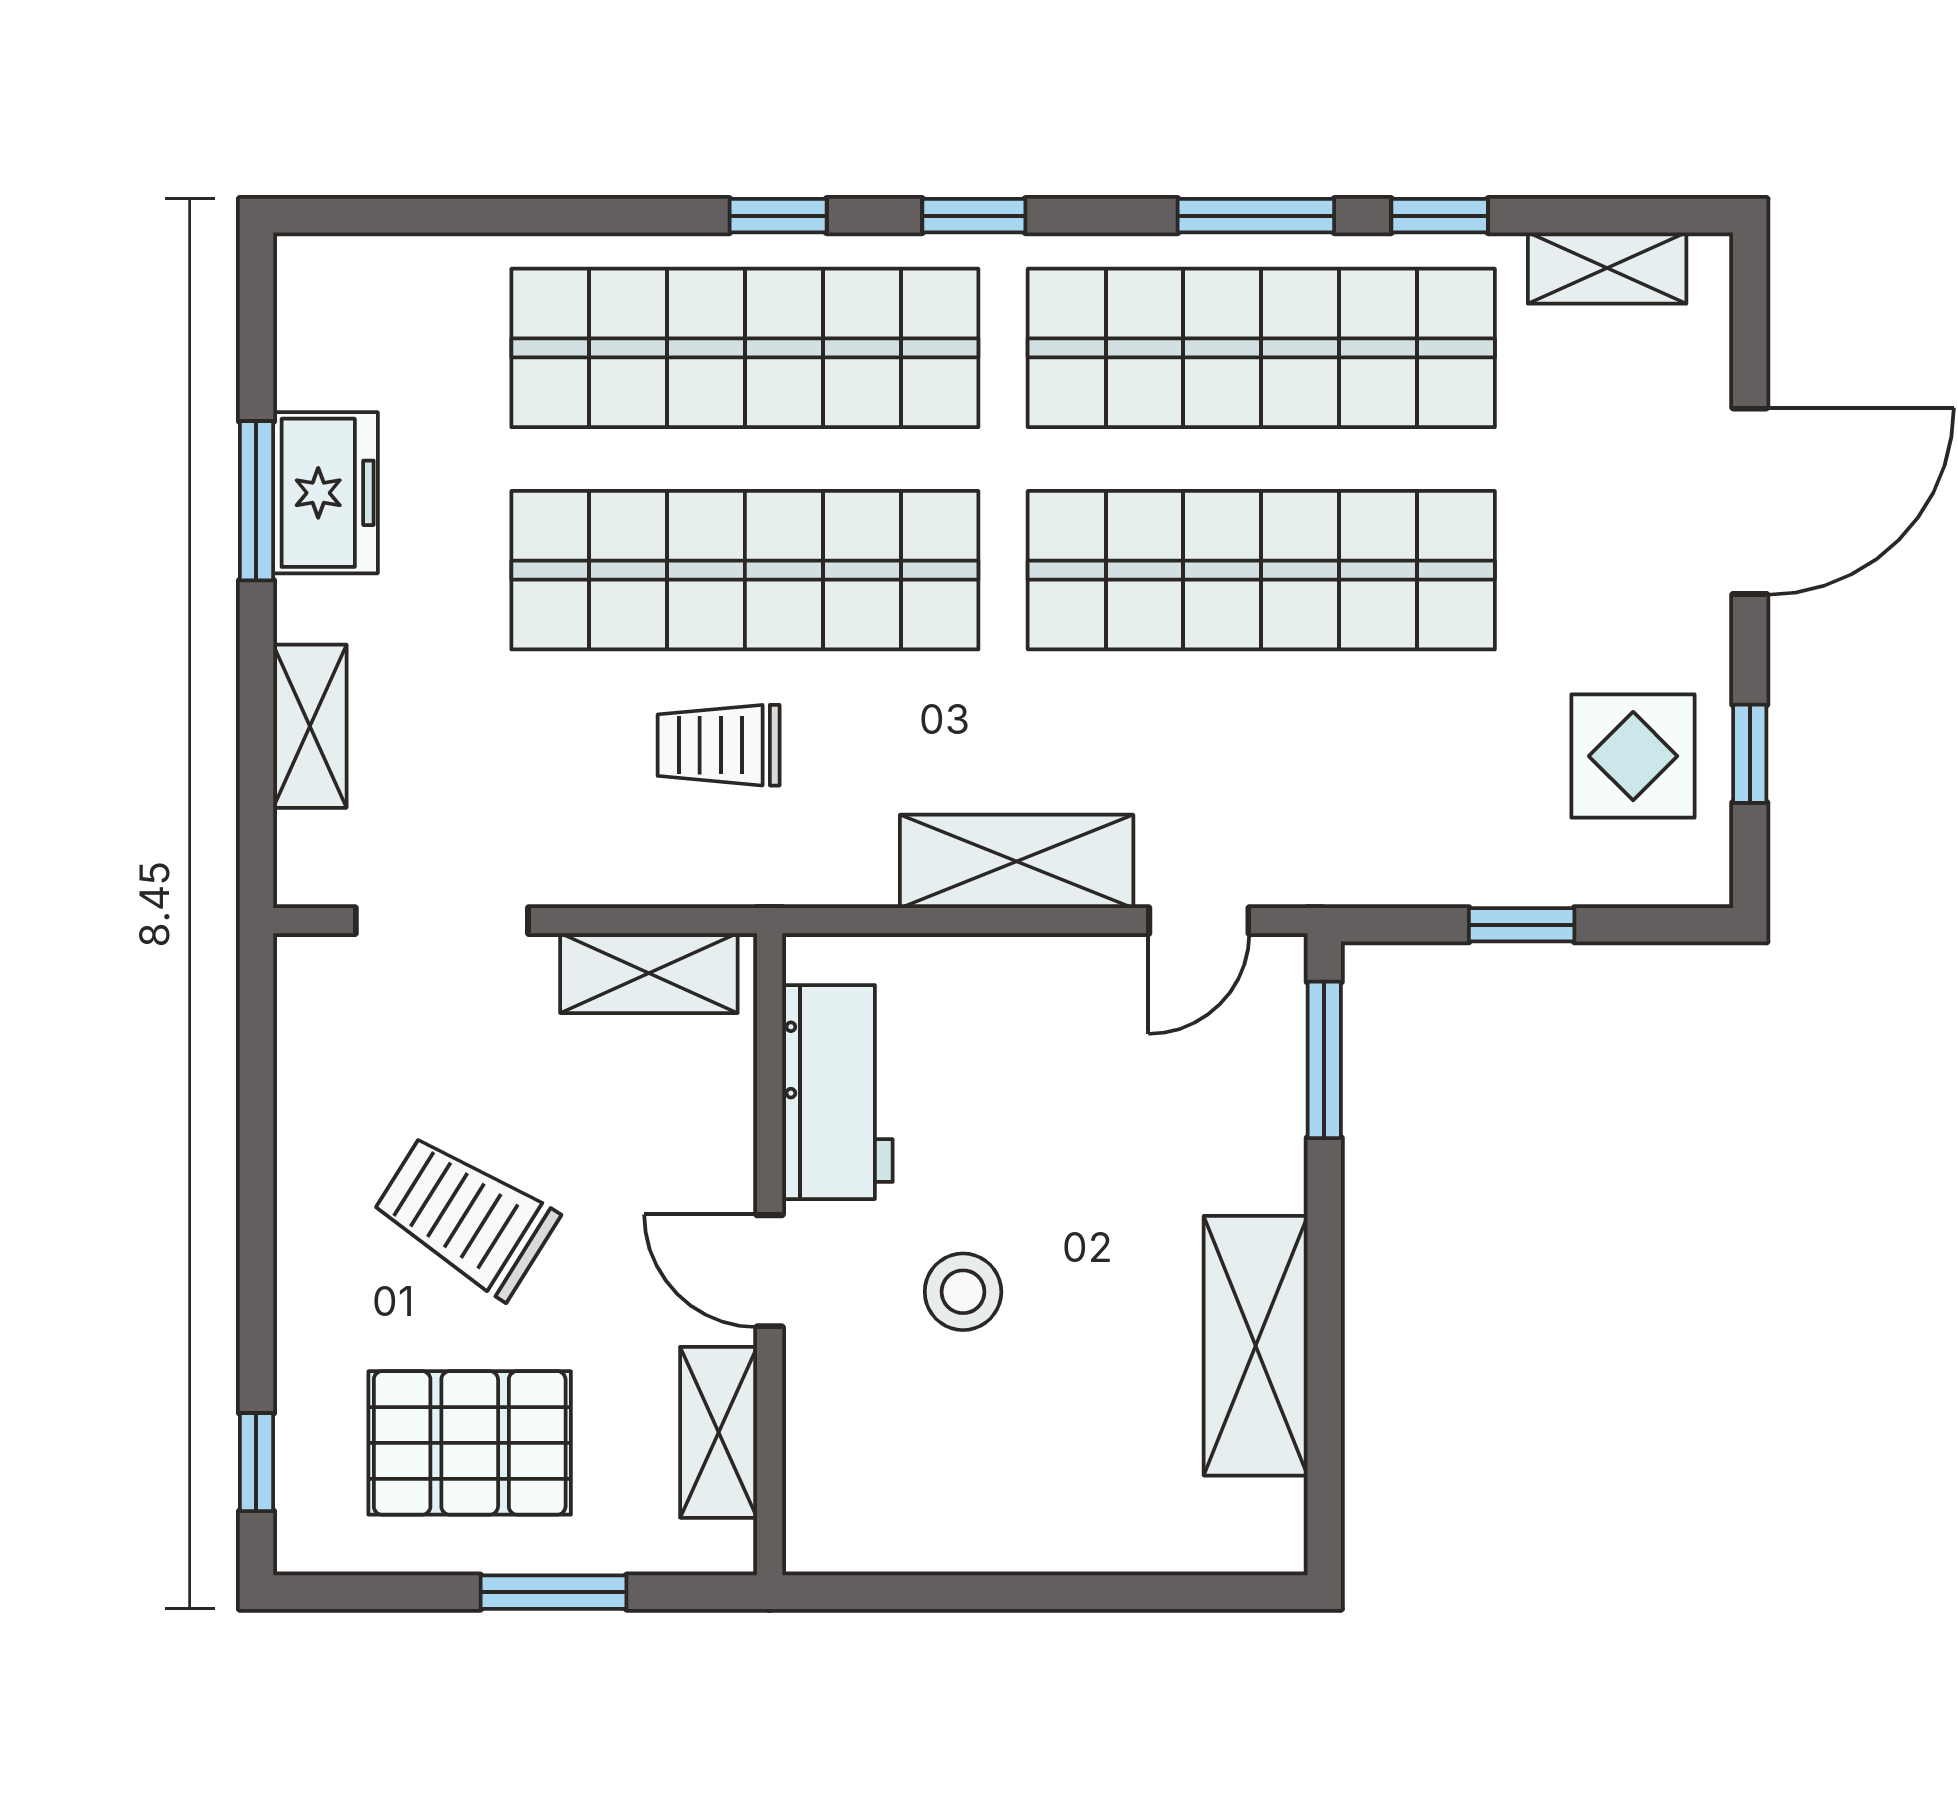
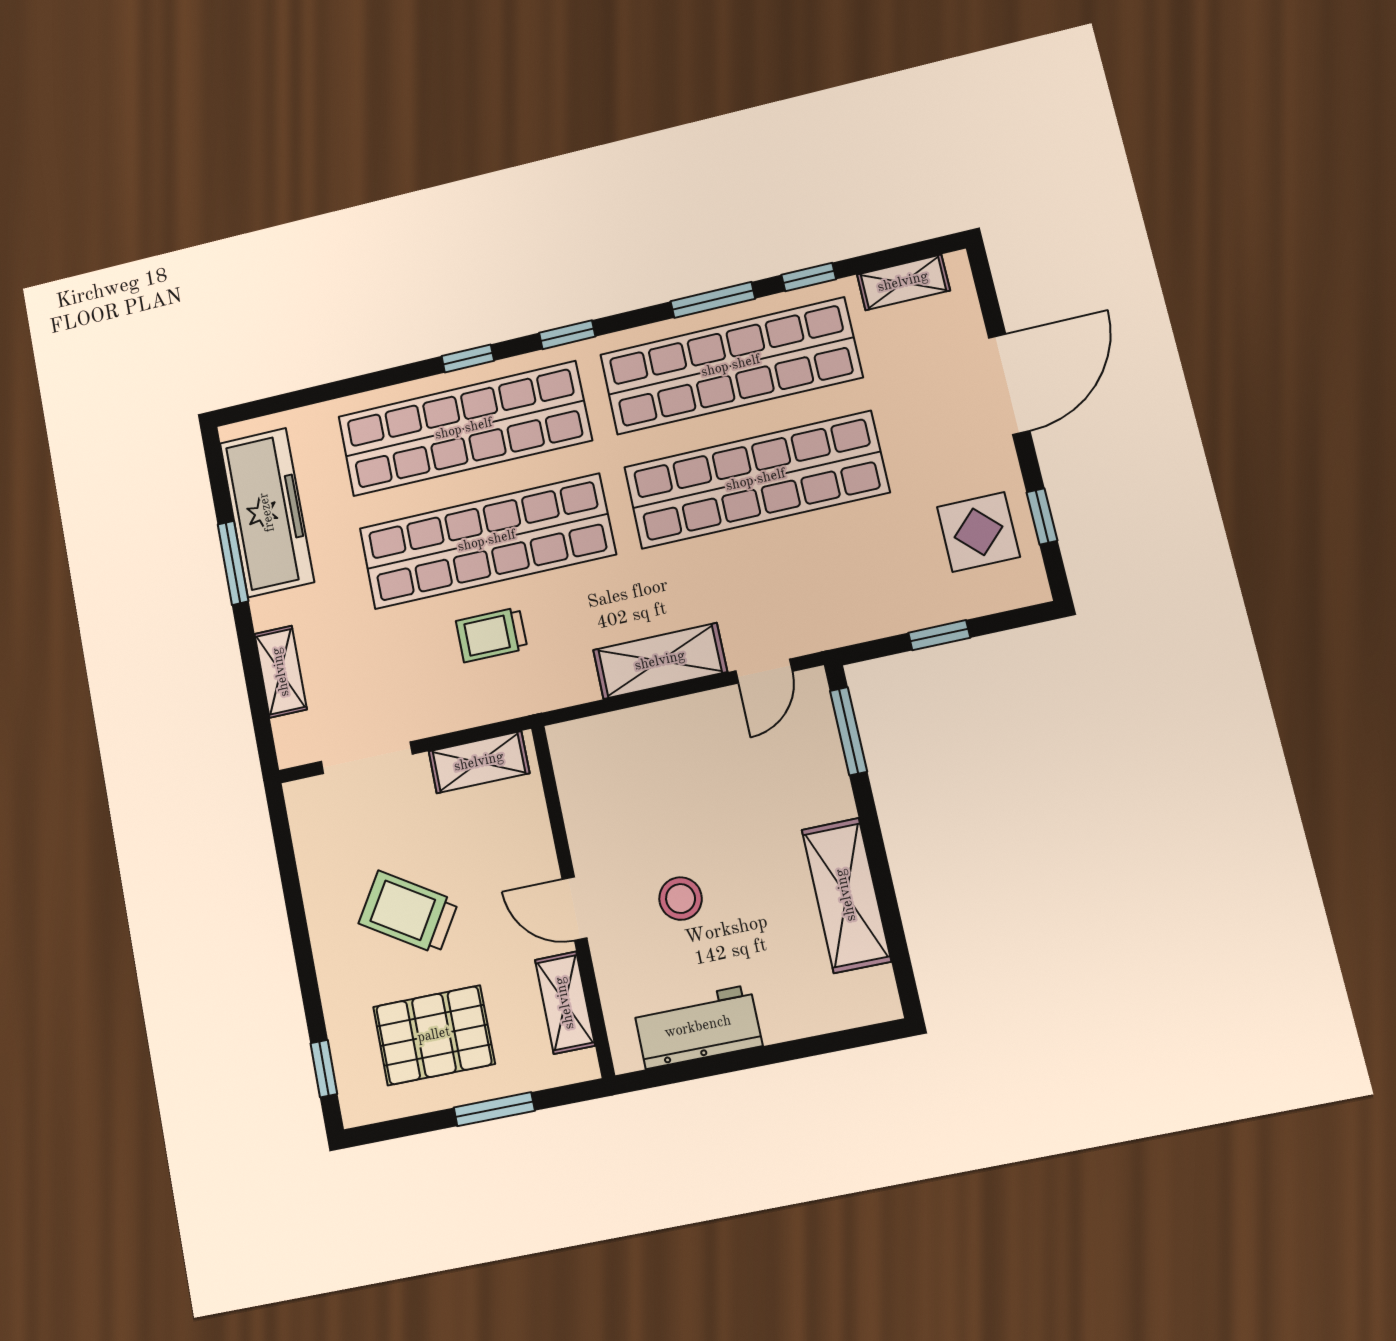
freezer: (325, 493) -> (267, 512), width x1.91, depth x1.26
workbench: (837, 1092) -> (698, 1027), moved, turned -90

